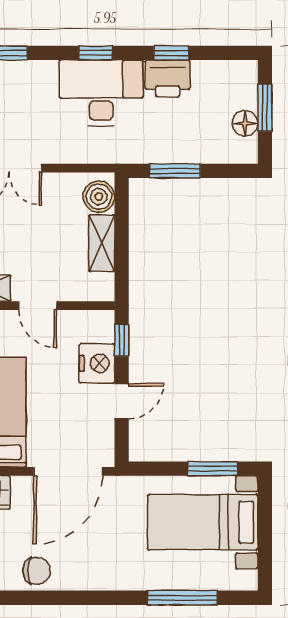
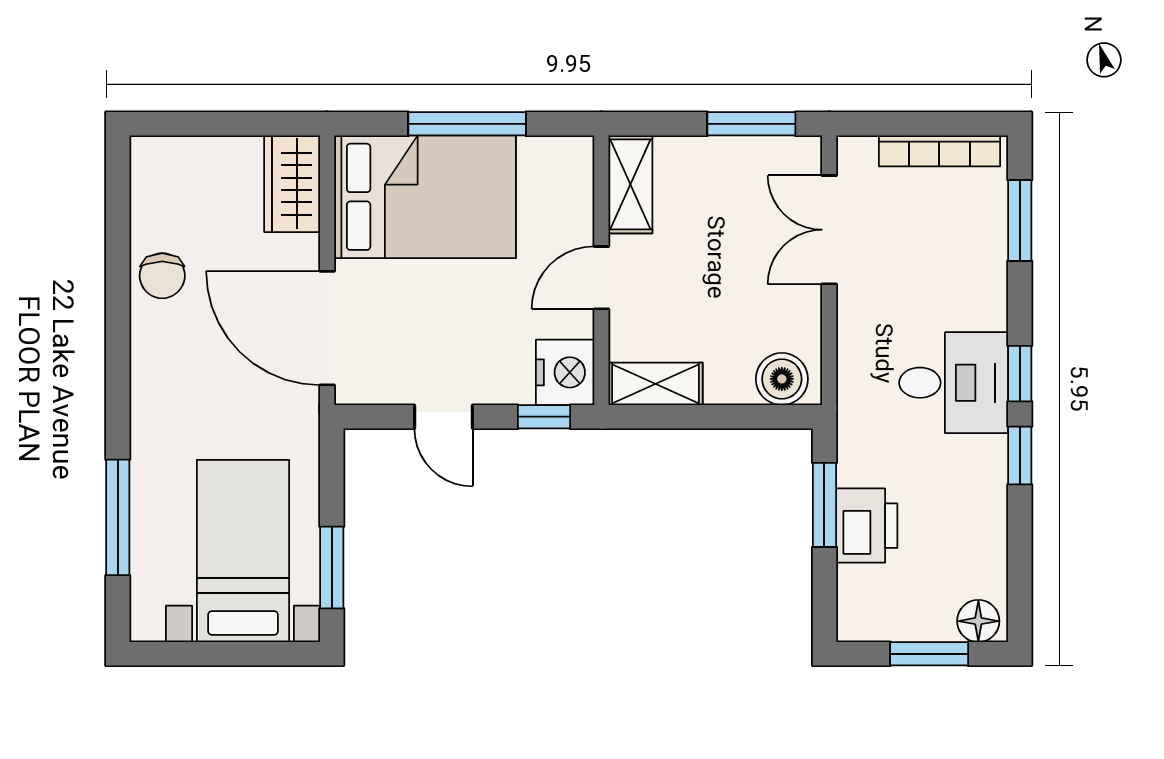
window: (171, 53) -> (1020, 456), moved
printer: (168, 78) -> (867, 526), moved, turned 180
desk: (101, 93) -> (954, 383), width x0.73
floor lamp: (245, 123) -> (978, 621), moved
shelving: (102, 243) -> (656, 384), moved
nightstand: (97, 363) -> (565, 372), moved, turned -90

